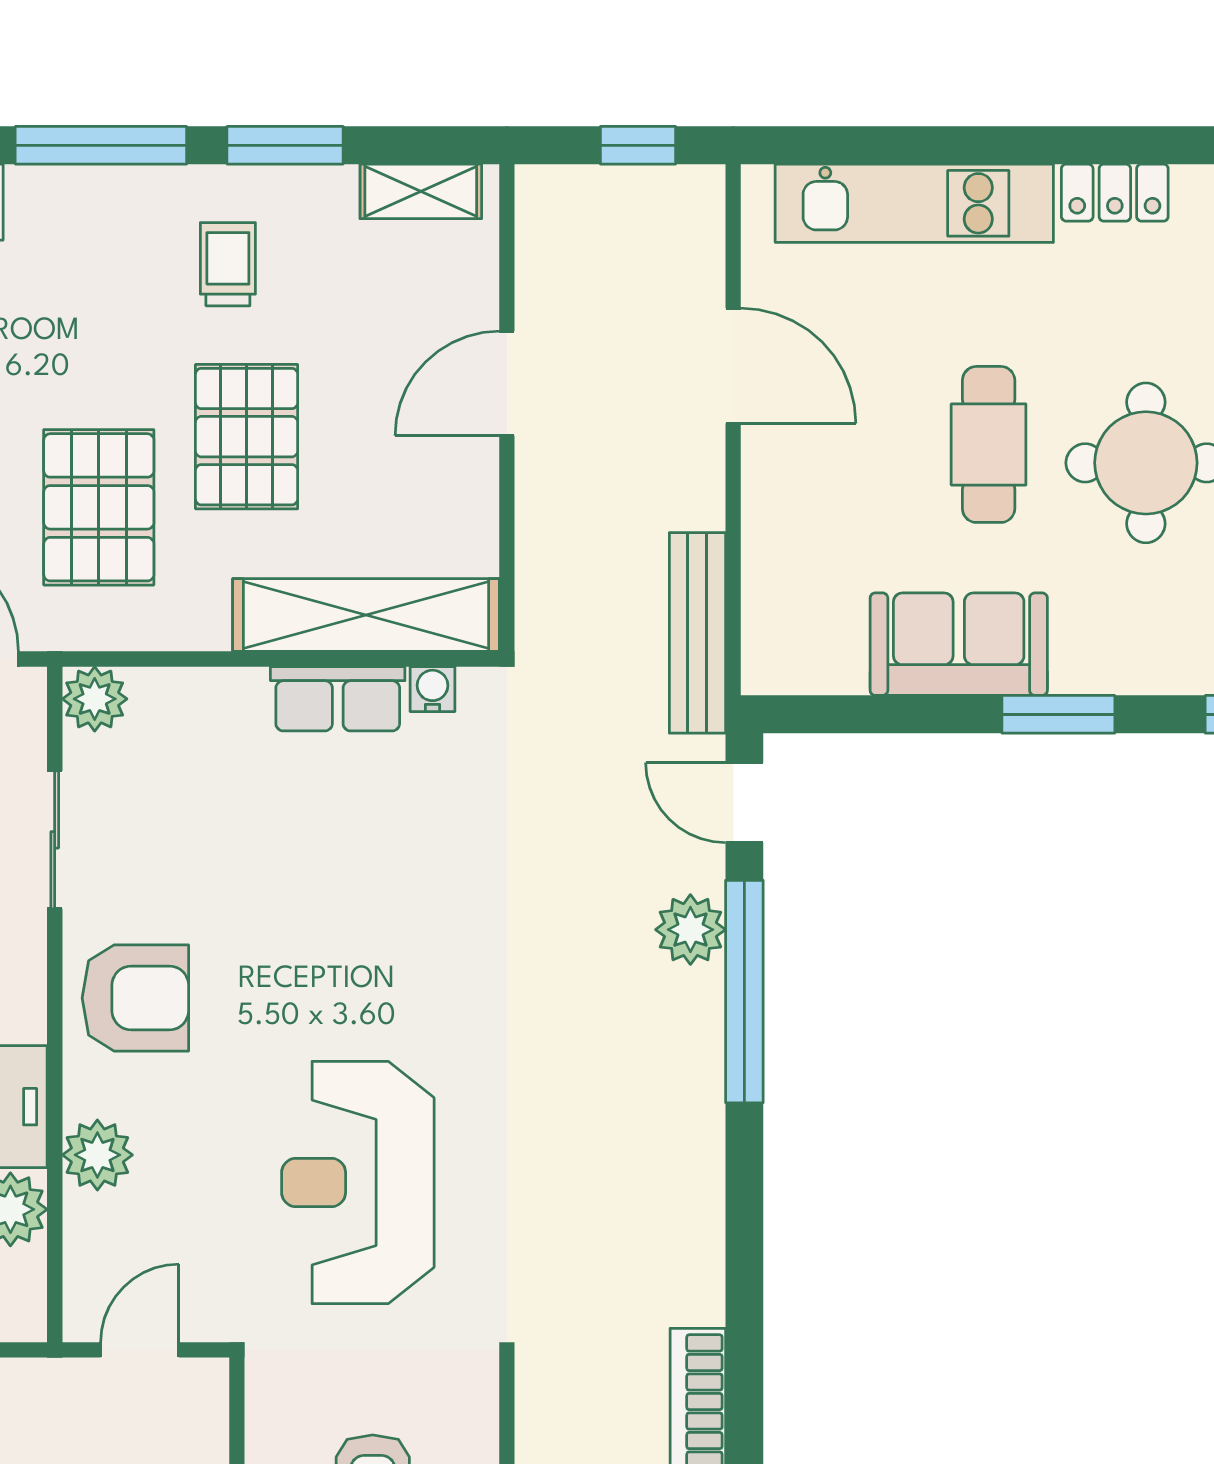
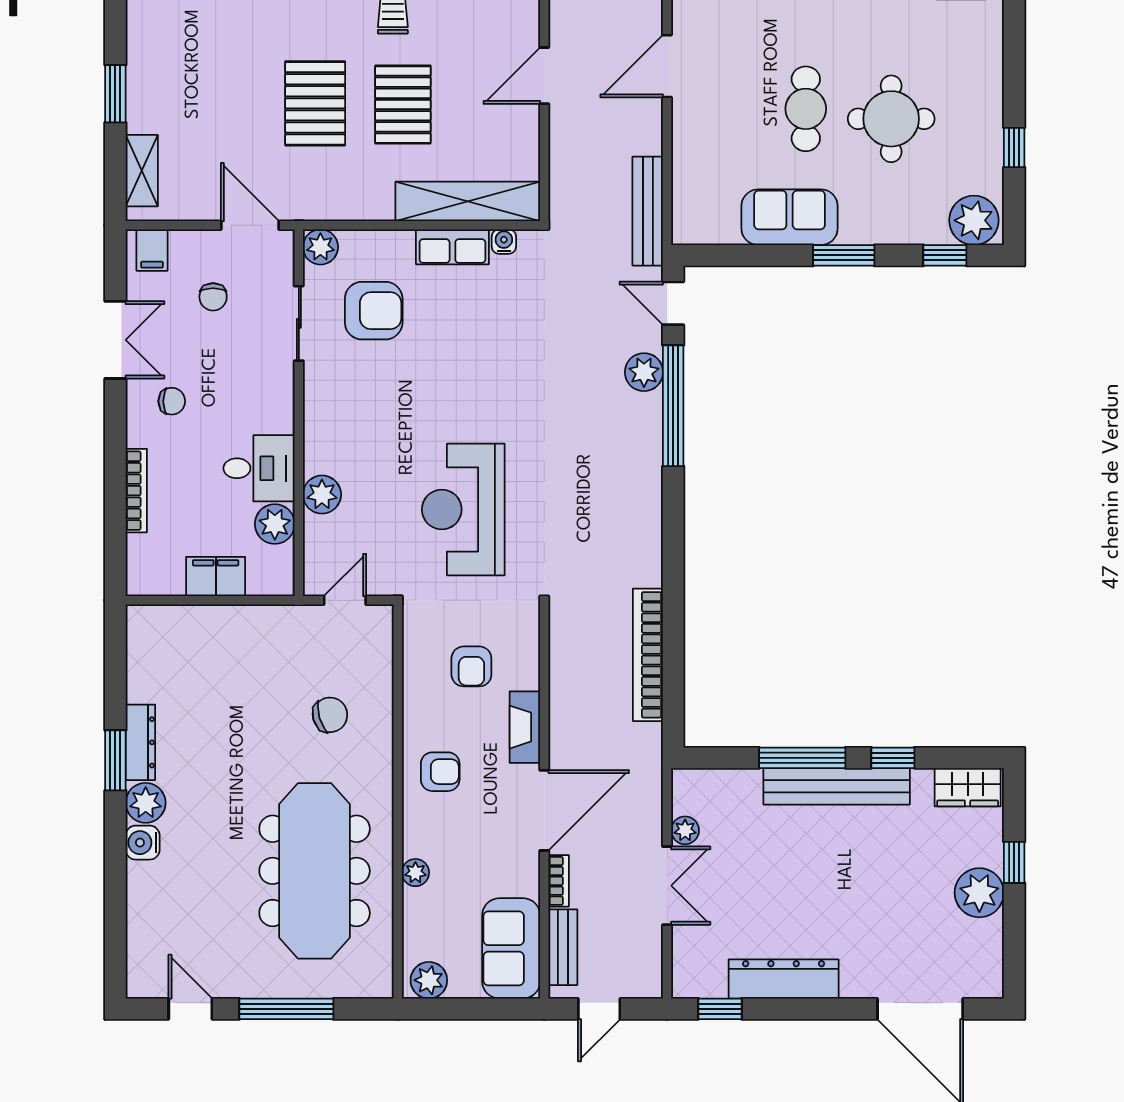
door: (733, 366) -> (667, 66), swing flipped
pallet: (99, 507) -> (315, 103), moved
armchair: (135, 998) -> (374, 311), moved

